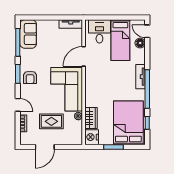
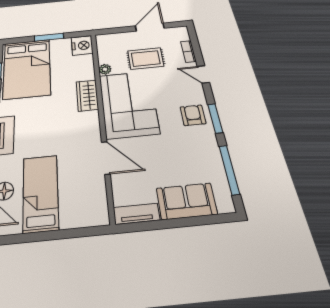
desk: (99, 31) -> (80, 205), removed
sofa: (28, 34) -> (186, 201), moved, turned 90
door: (84, 56) -> (106, 158), hinge flipped
wardrobe: (91, 118) -> (87, 95), moved

